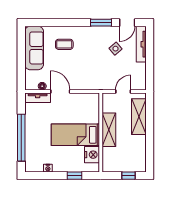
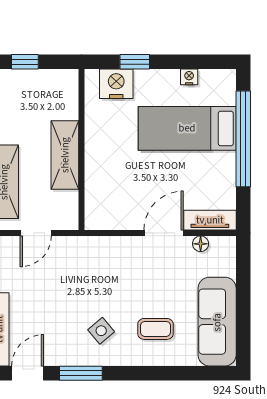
side table: (116, 49) -> (101, 331), moved
door: (60, 91) -> (164, 233), swing flipped
bed: (75, 135) -> (187, 128), moved, turned 180
nightstand: (92, 155) -> (116, 84), moved, turned 90

